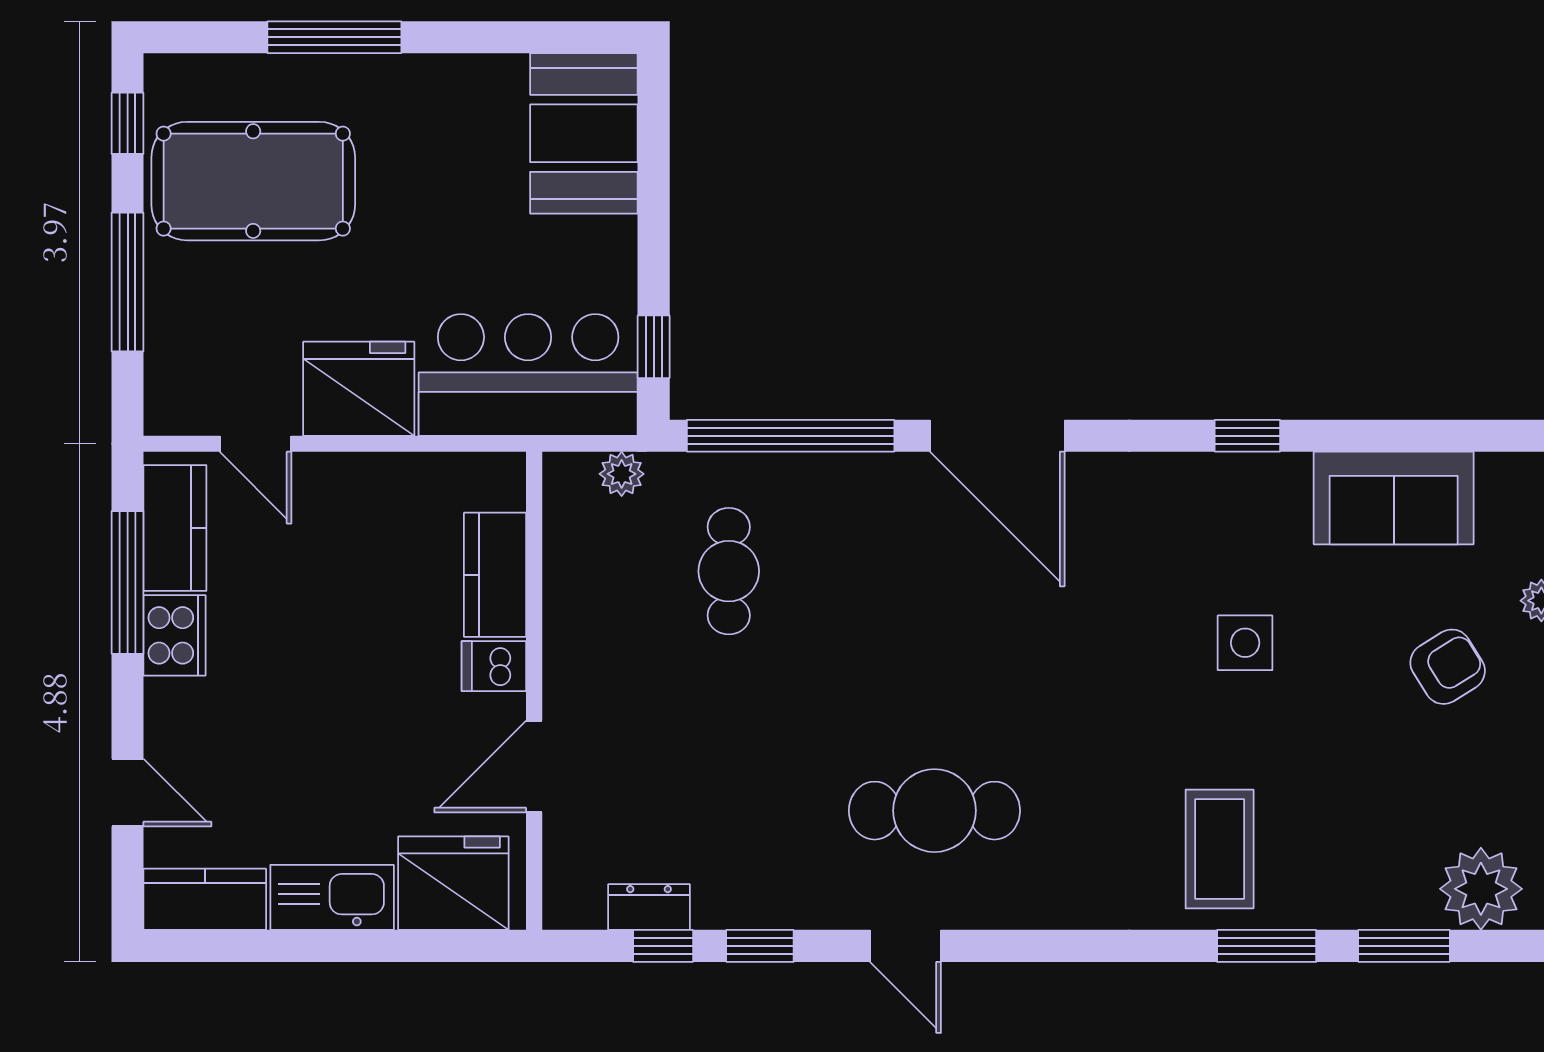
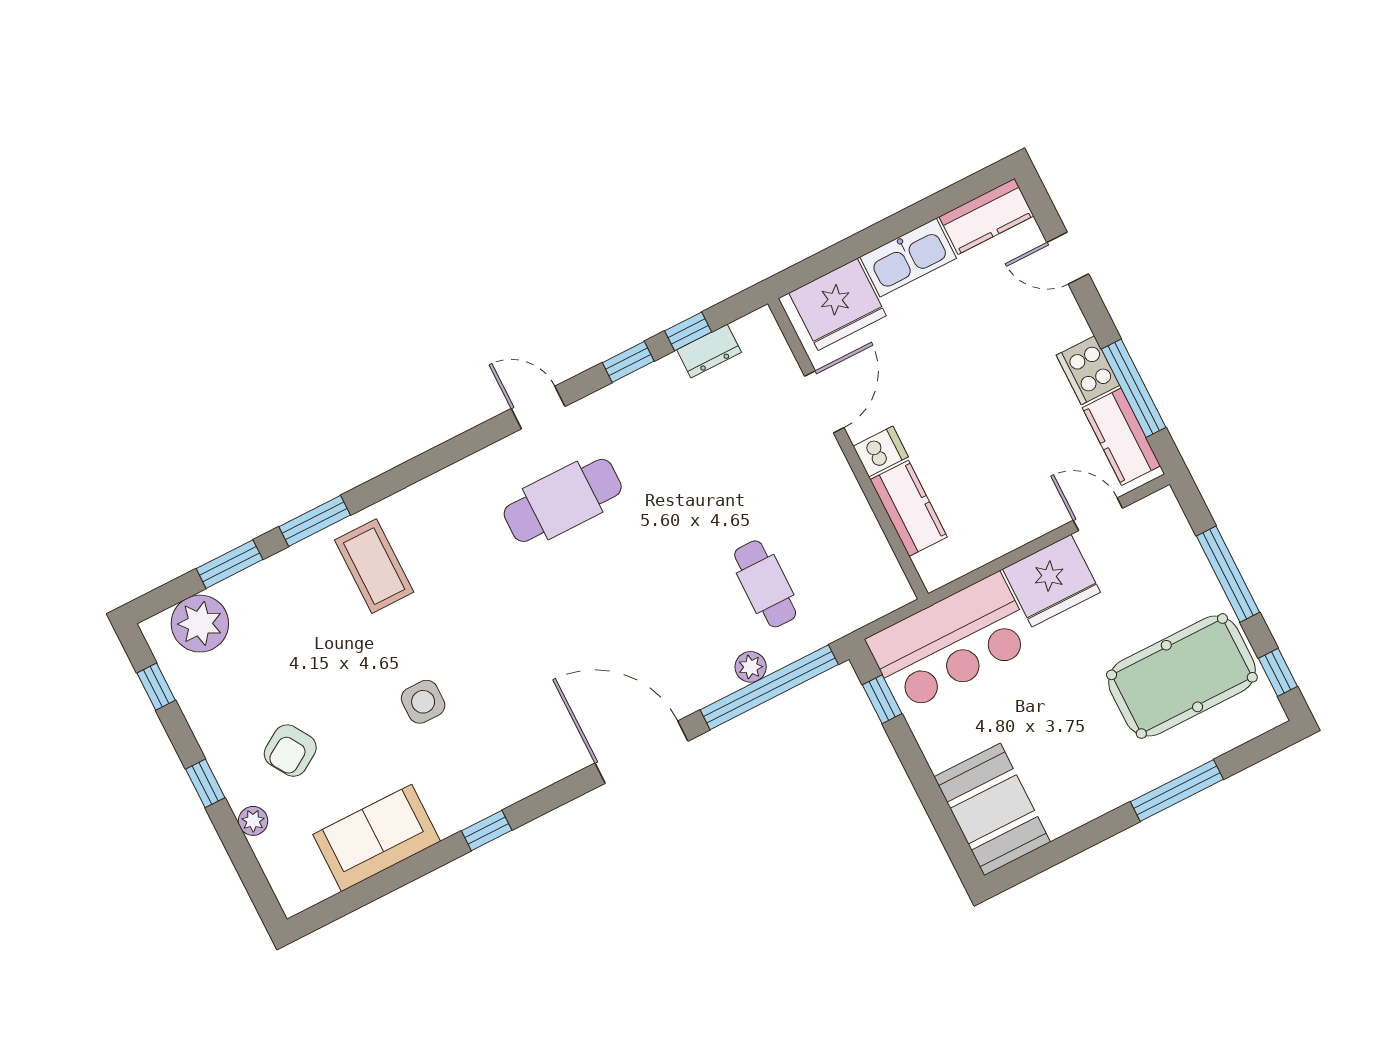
plant: (622, 474) -> (751, 667), moved

